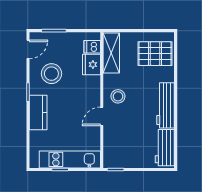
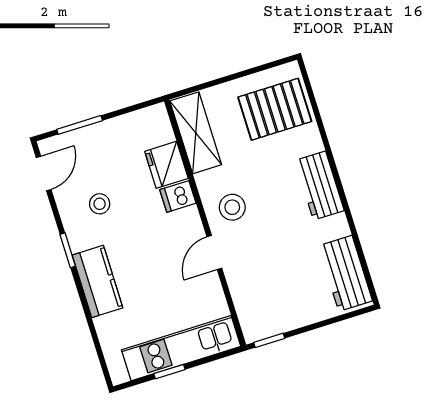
dishwasher: (92, 47) -> (178, 196), moved
stool: (51, 74) -> (100, 204), width x0.53, depth x0.53
workbench: (166, 105) -> (320, 186), width x0.73

